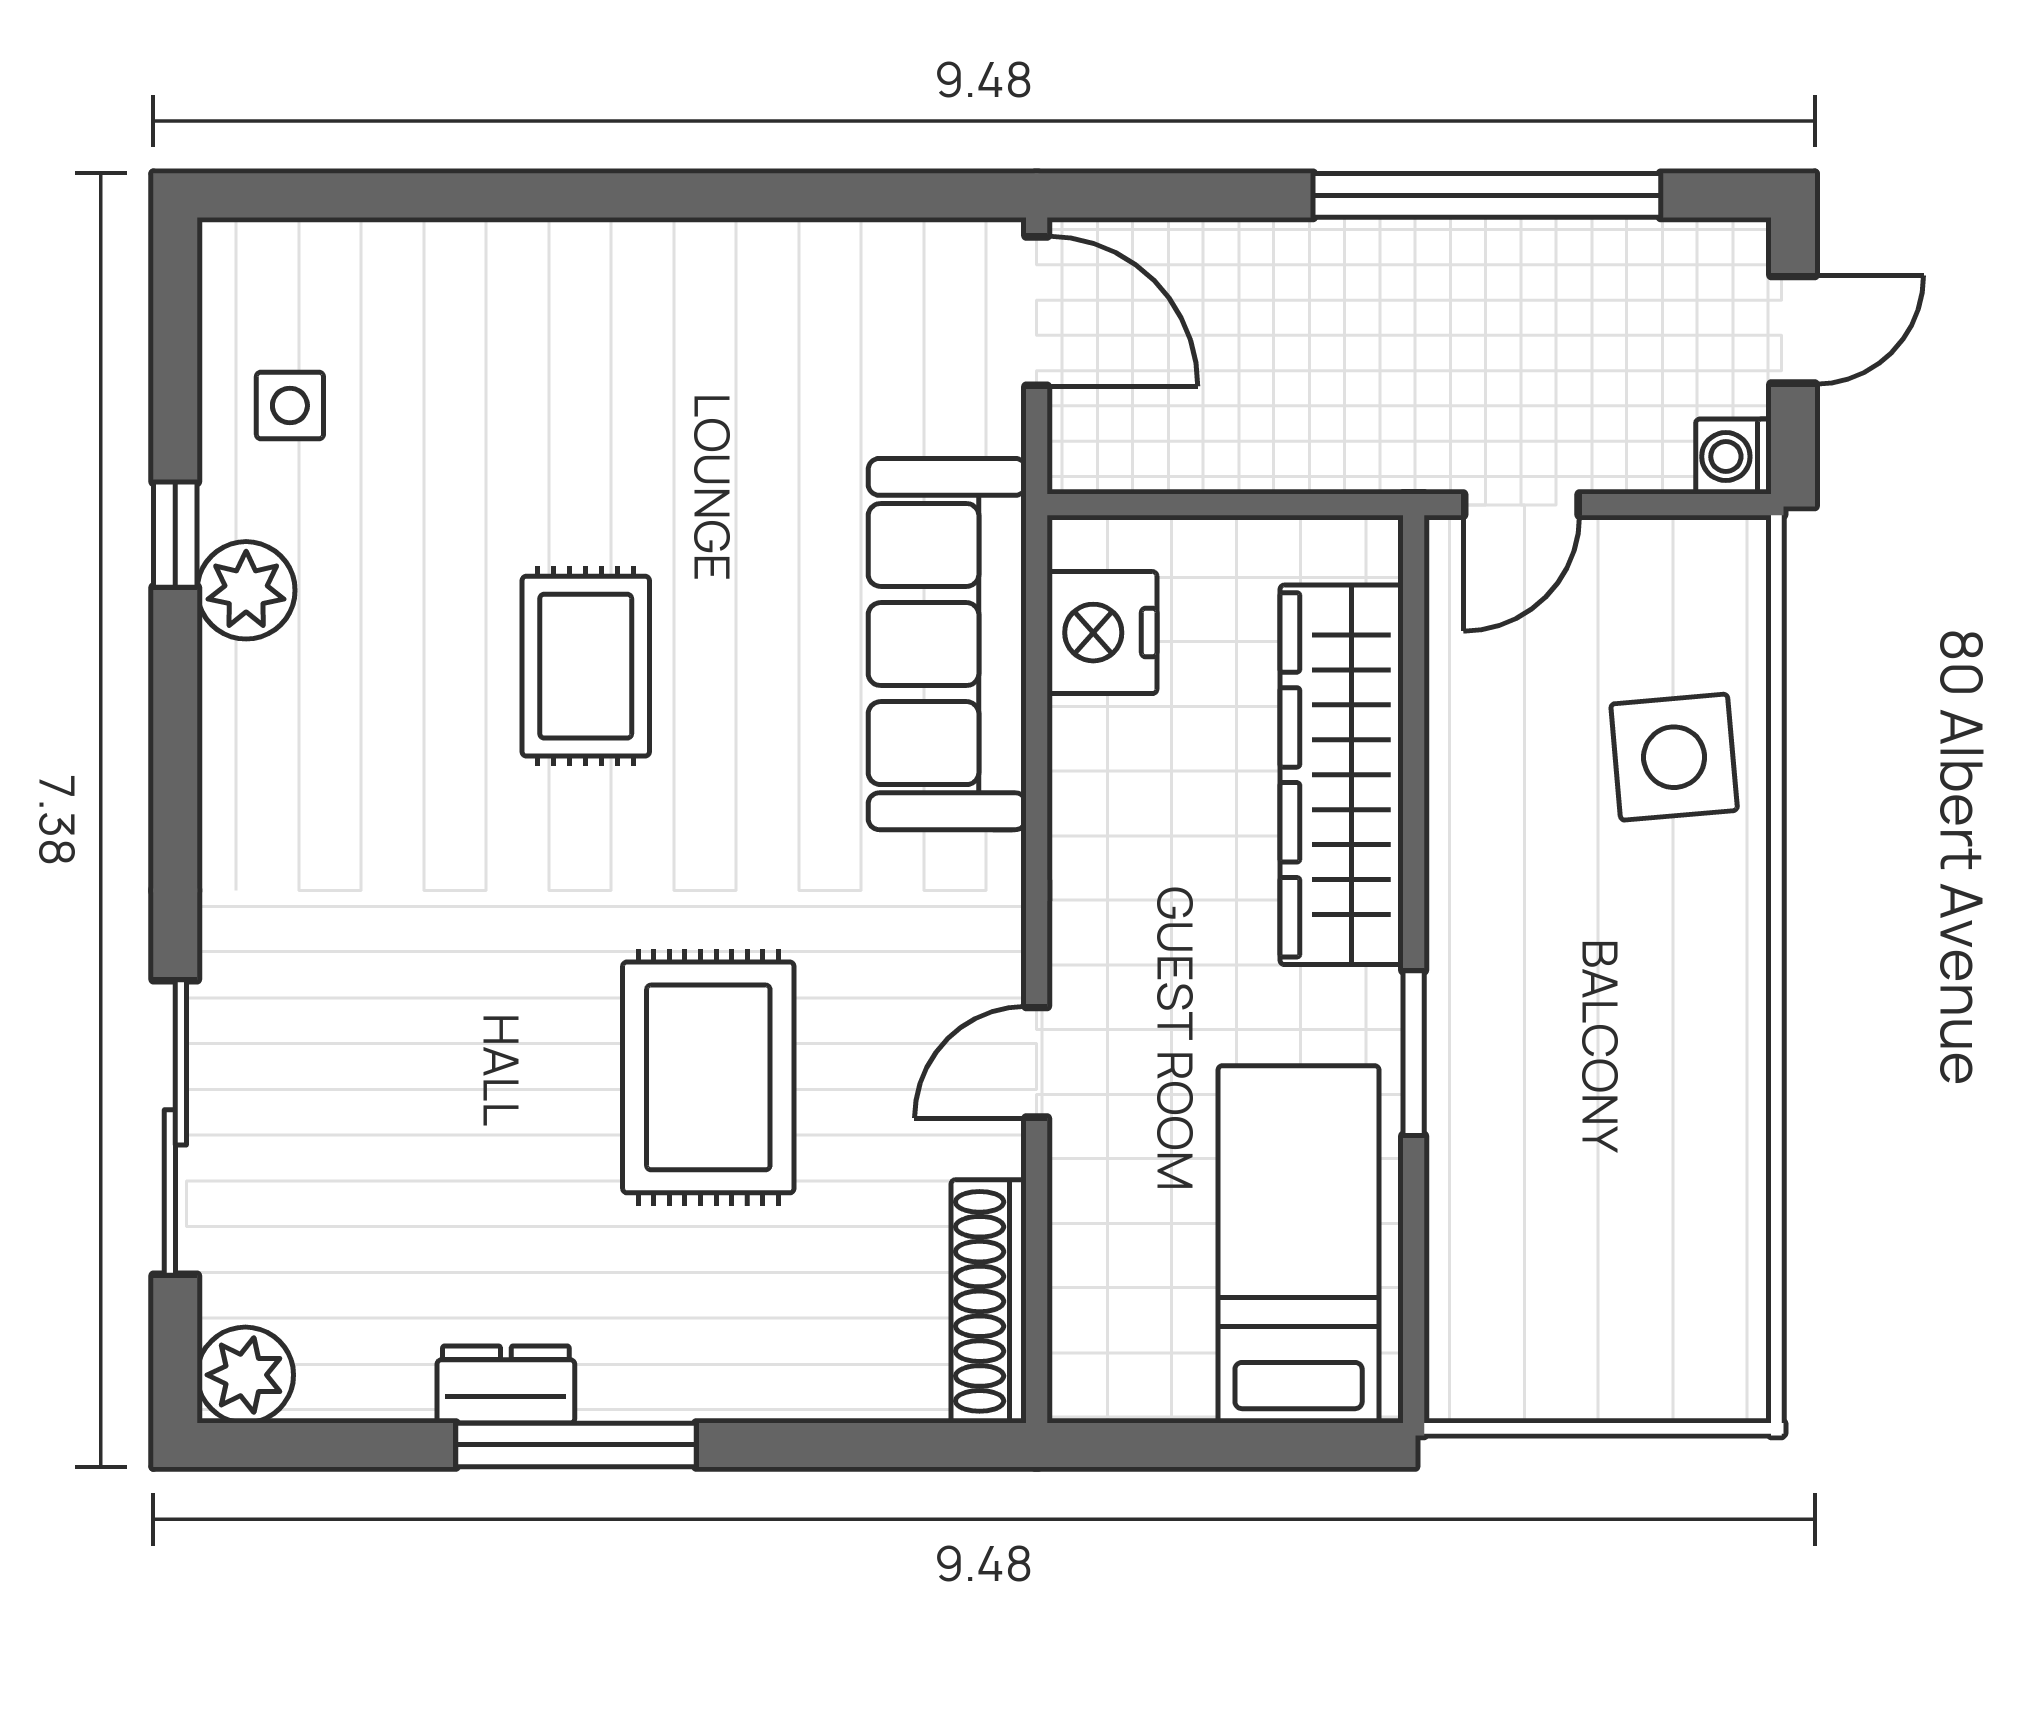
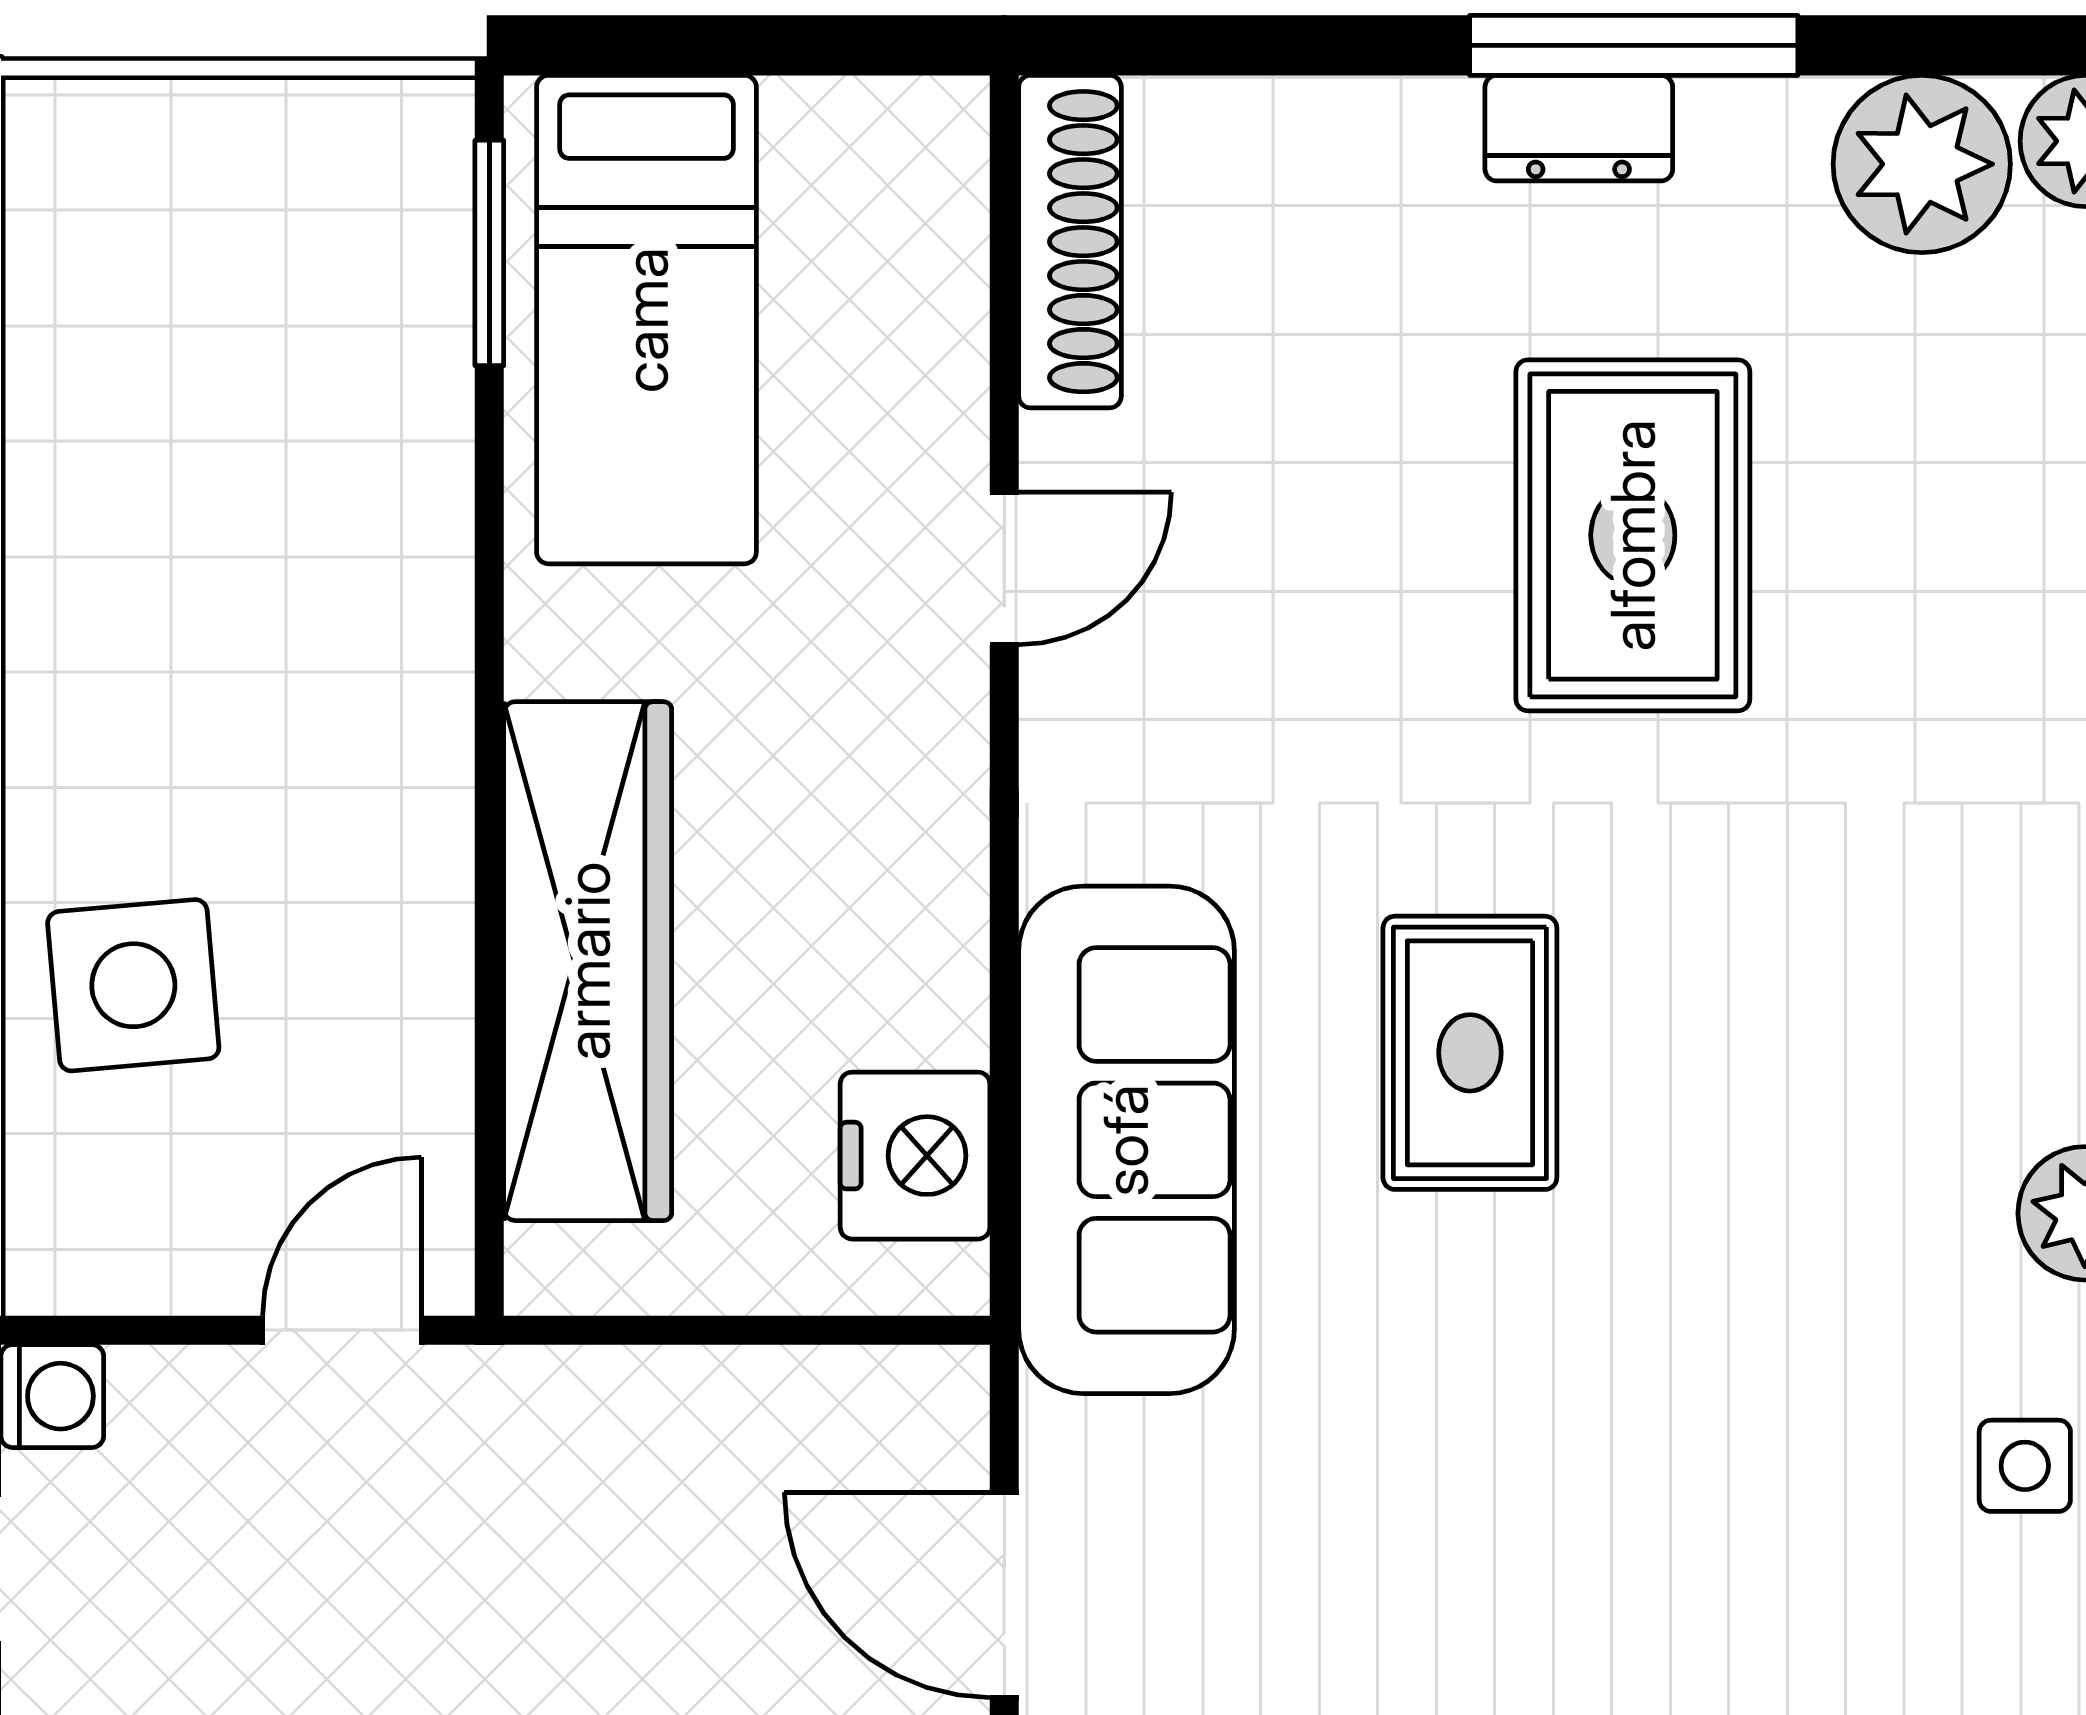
rug: (586, 666) -> (1470, 1053), moved
window: (1414, 1053) -> (489, 253), moved
rug: (708, 1077) -> (1633, 535), moved
plant: (365, 1358) -> (1922, 164), added
dresser: (506, 1384) -> (1579, 128), moved

